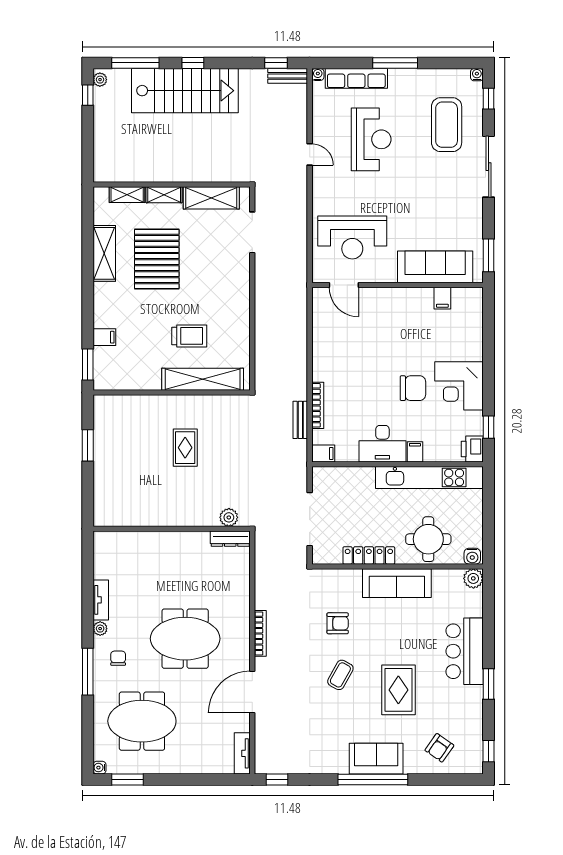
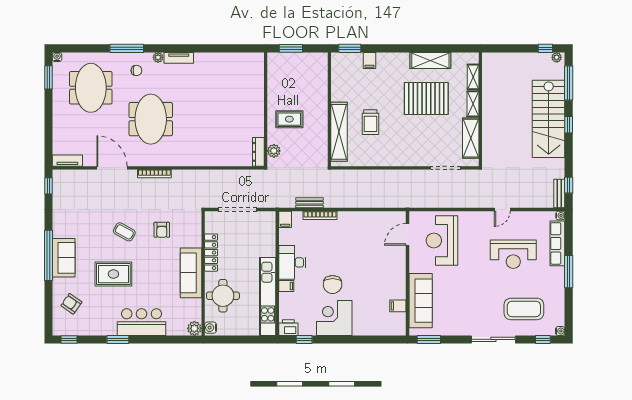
plant: (229, 517) -> (274, 151), moved
wall: (172, 529) -> (266, 109), moved
dresser: (230, 539) -> (258, 152), moved

